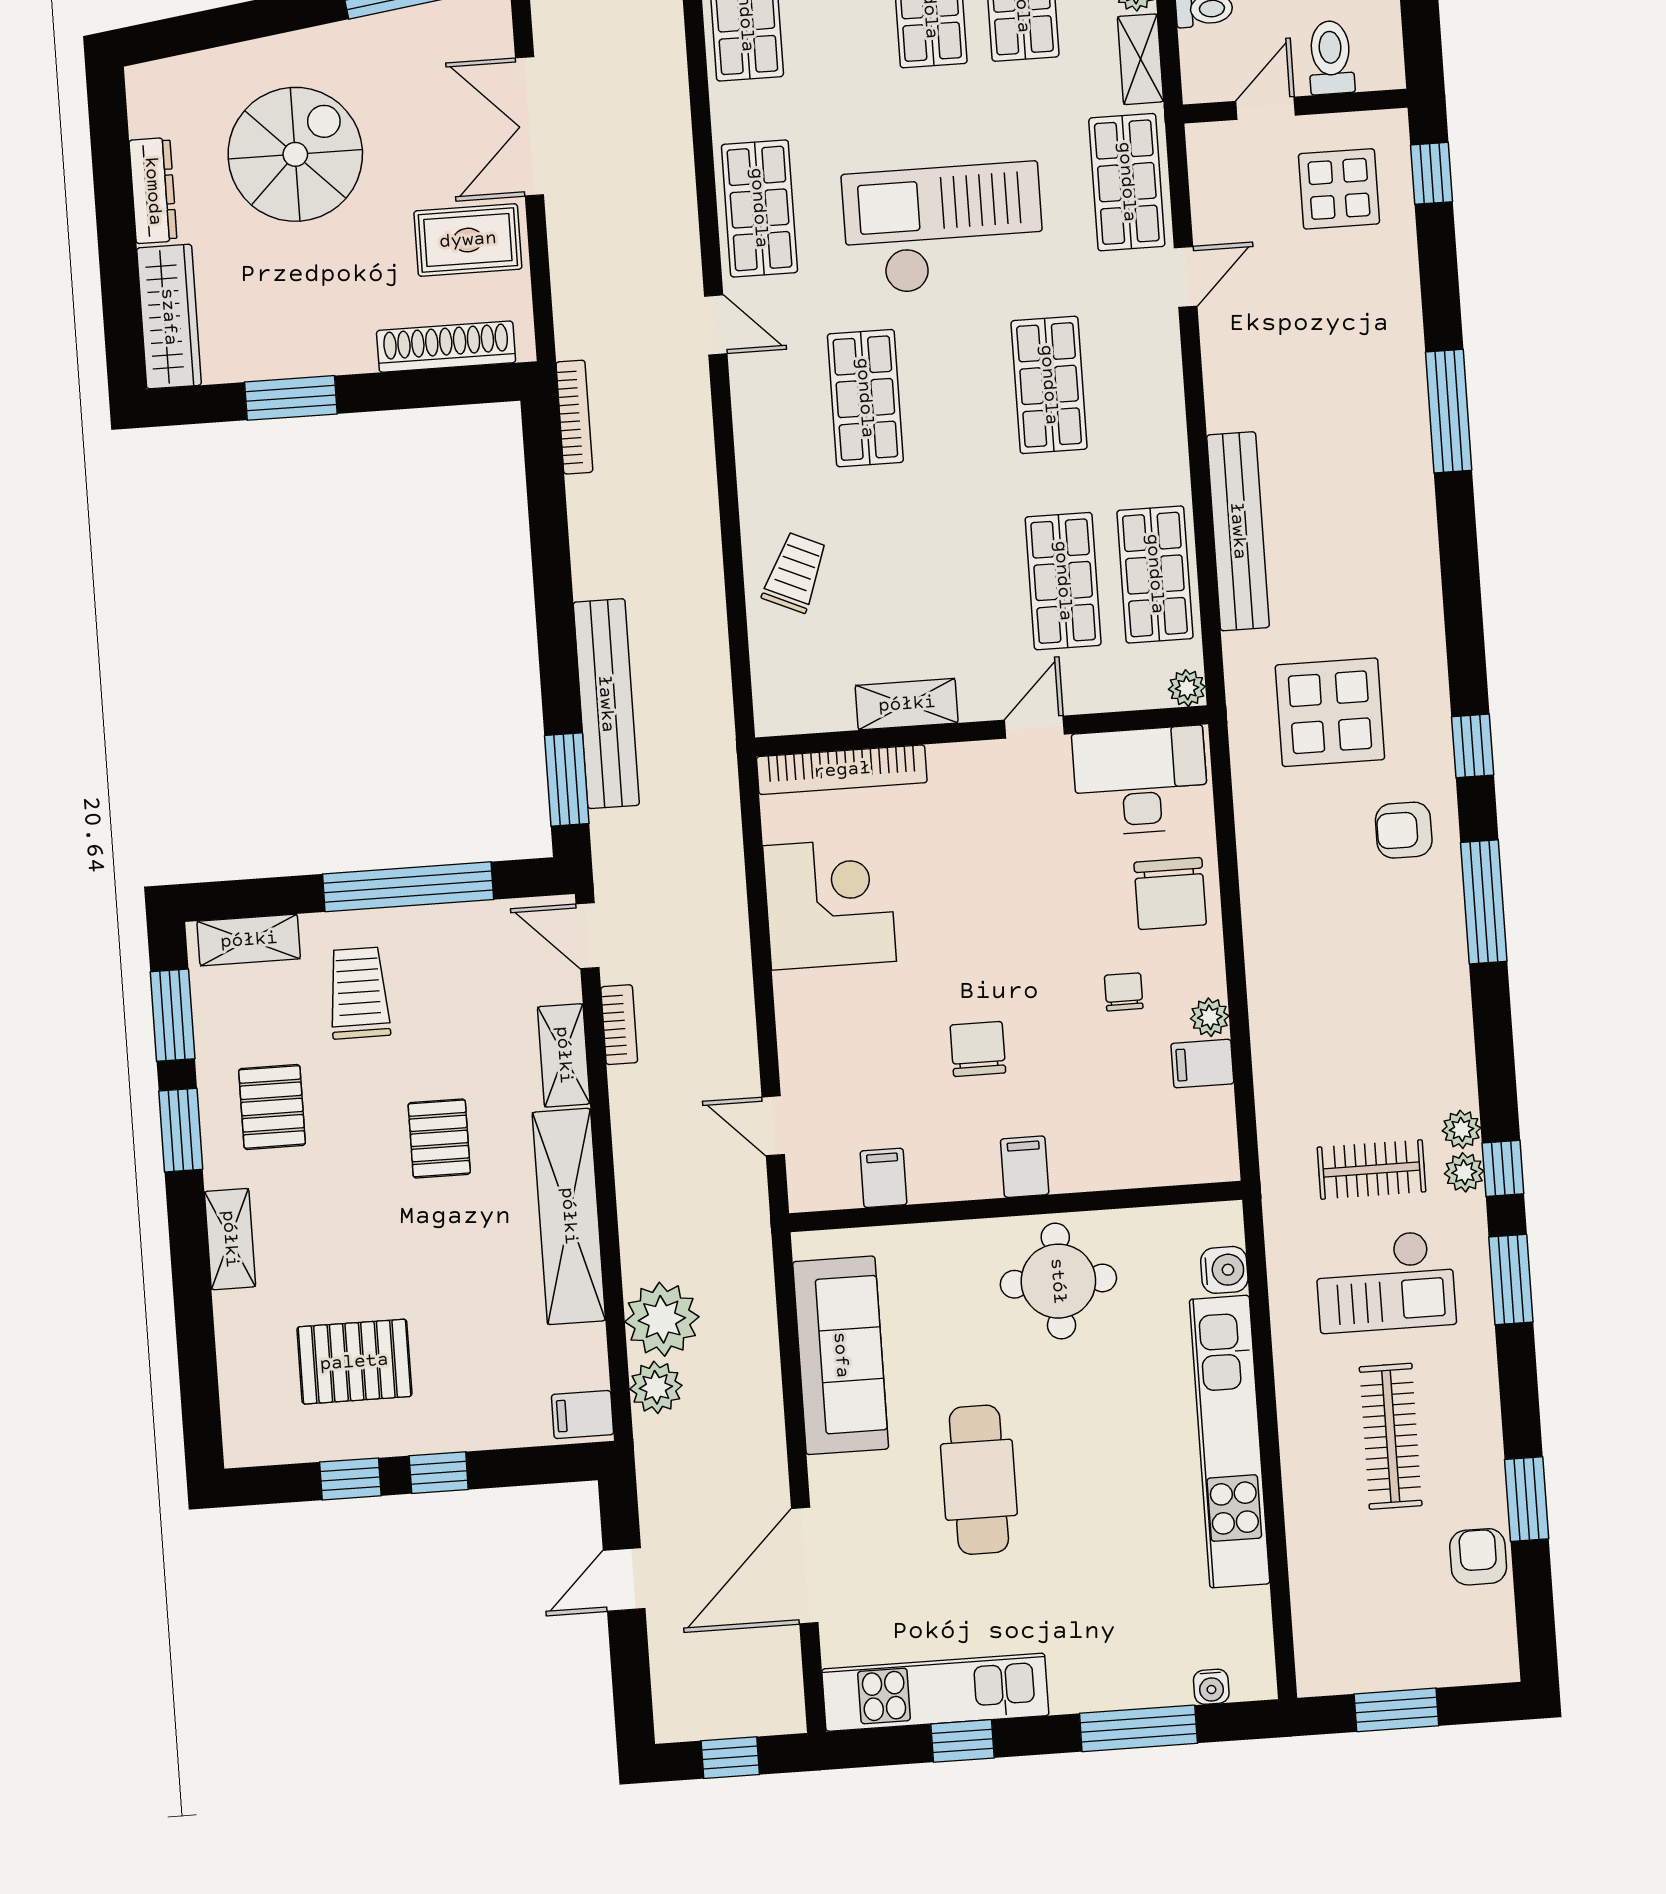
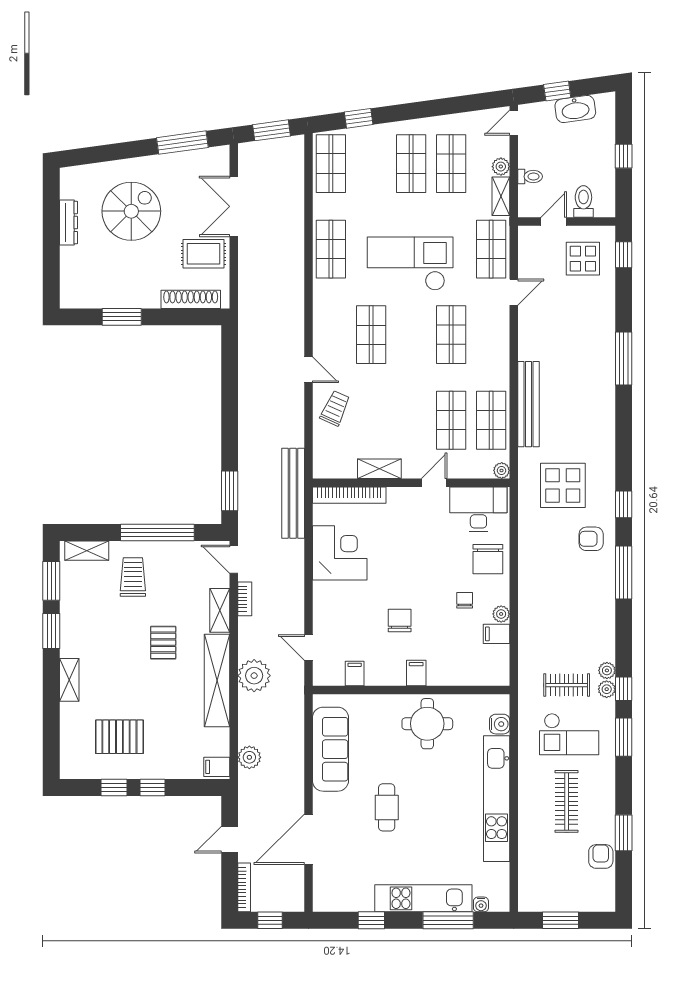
wardrobe: (169, 317) -> (71, 278), removed
door: (716, 325) -> (308, 370), moved
bookcase: (574, 417) -> (244, 887), moved
bench: (606, 704) -> (293, 493), moved
pallet: (272, 1107) -> (92, 624), removed
plant: (662, 1319) -> (254, 676), moved
cafe table: (979, 1480) -> (387, 807), width x0.73, depth x0.74
kitchen unit: (935, 1692) -> (423, 898), moved

